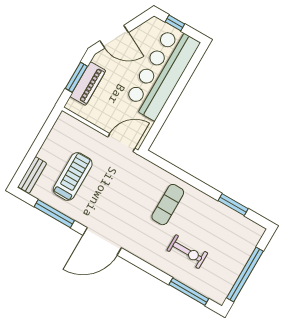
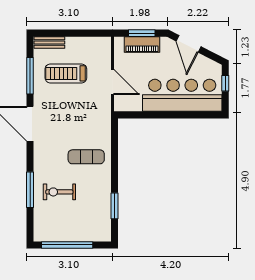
door: (121, 143) -> (112, 82), moved
treadmill: (73, 176) -> (66, 73), turned 180
exercise bike: (187, 252) -> (59, 192), turned 90
window: (189, 292) -> (30, 190), moved

